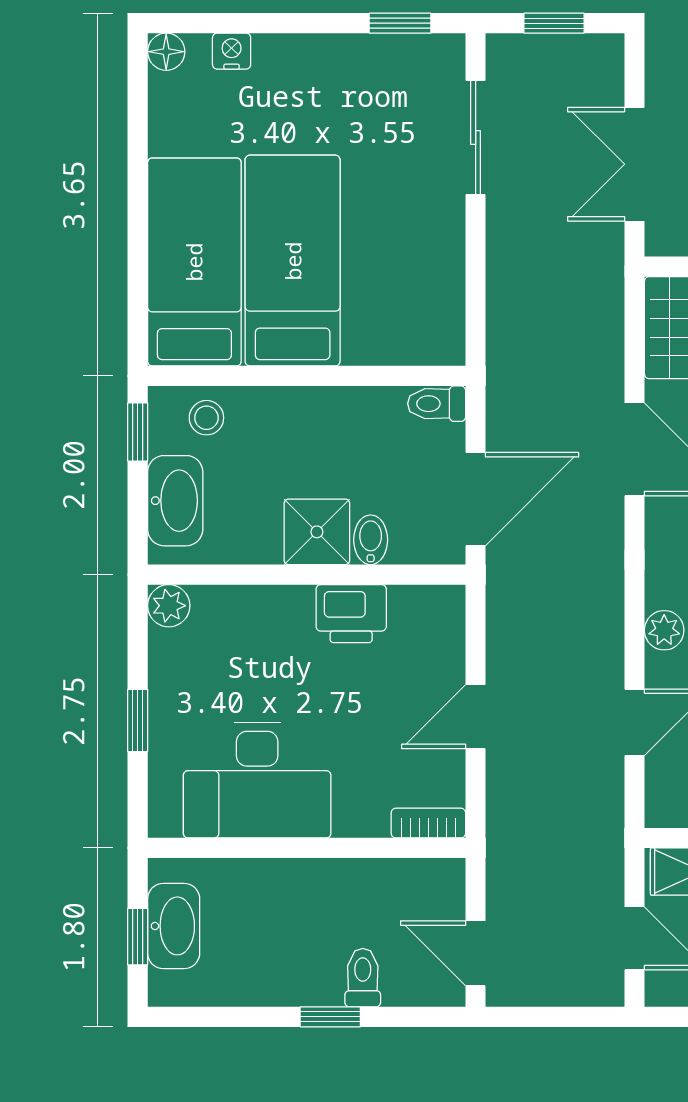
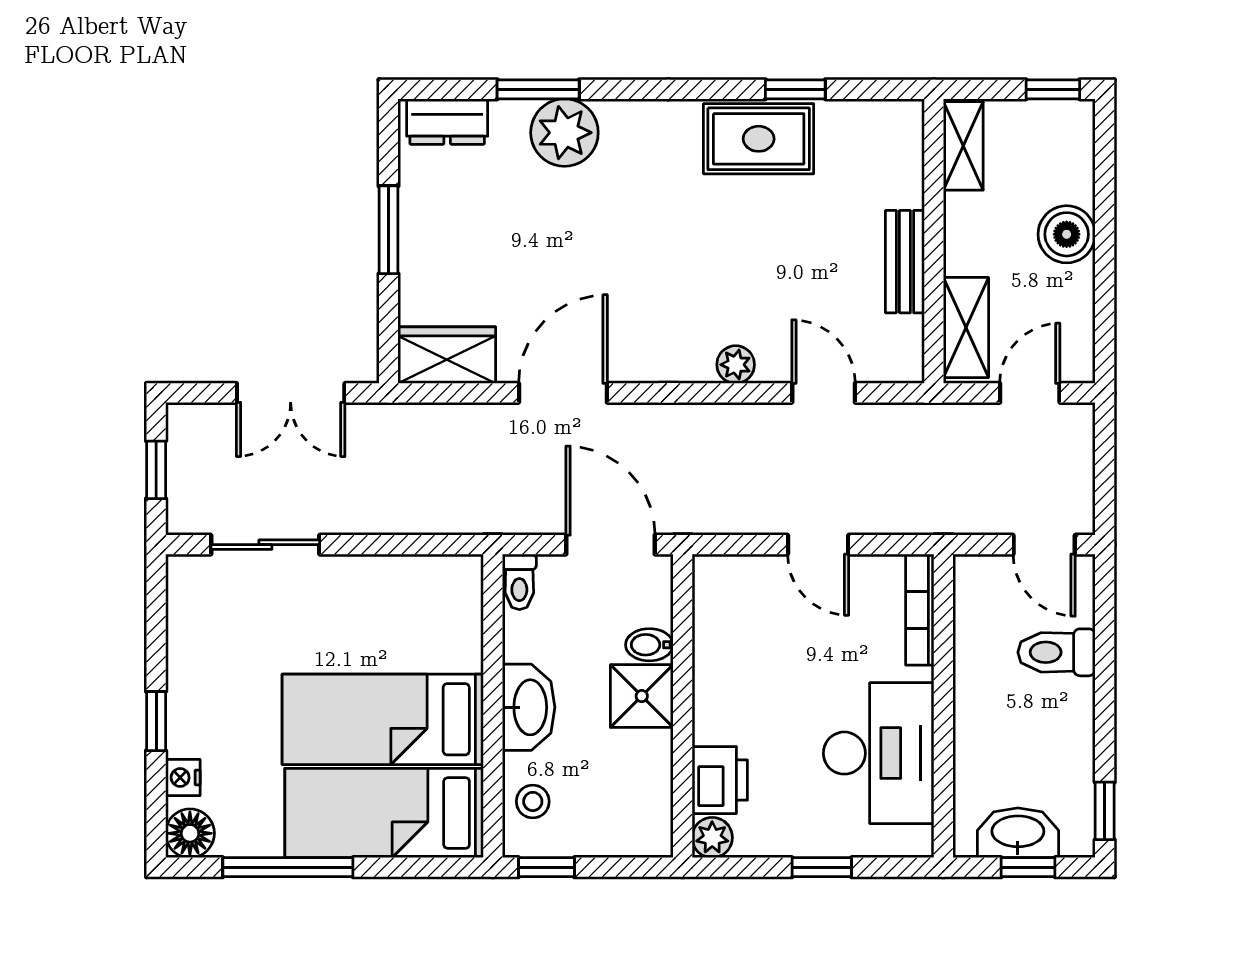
window: (400, 23) -> (156, 721), moved
floor lamp: (166, 52) -> (190, 833), width x1.37, depth x1.37
window: (138, 161) -> (288, 867), added
washbasin: (175, 501) -> (529, 707), moved, turned 90
printer: (351, 614) -> (720, 780), moved
bookcase: (428, 823) -> (920, 610), width x1.56
door: (476, 953) -> (1044, 545), hinge flipped
toilet: (363, 978) -> (1057, 652), width x1.37, depth x1.39
window: (330, 1017) -> (1105, 811), moved

